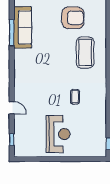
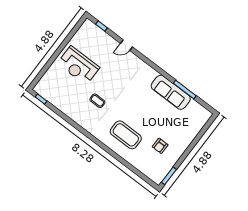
armchair: (73, 18) -> (160, 146), width x0.53, depth x0.53
sofa: (23, 27) -> (171, 92), moved

